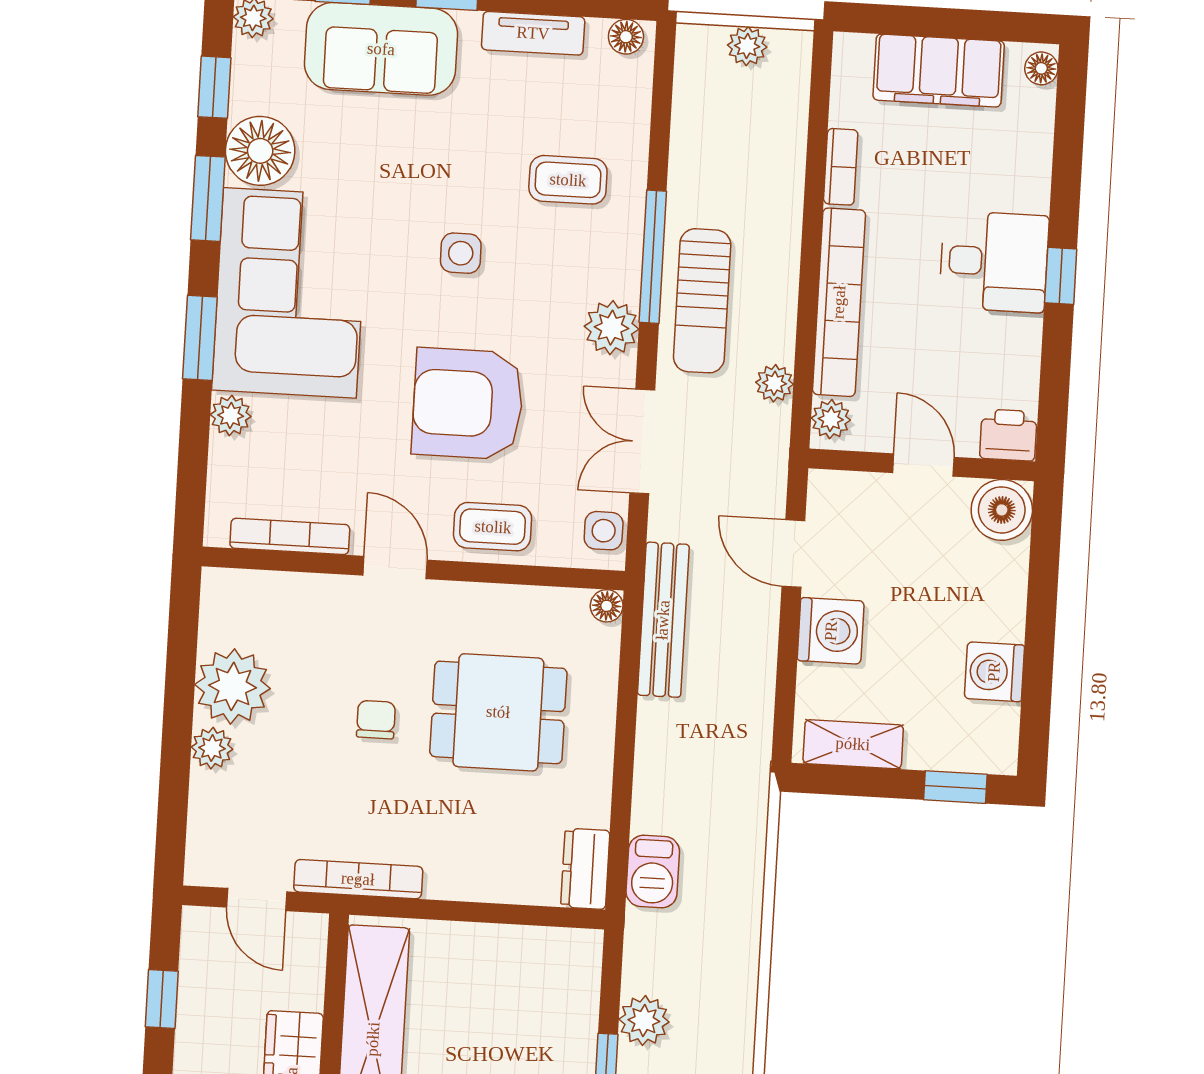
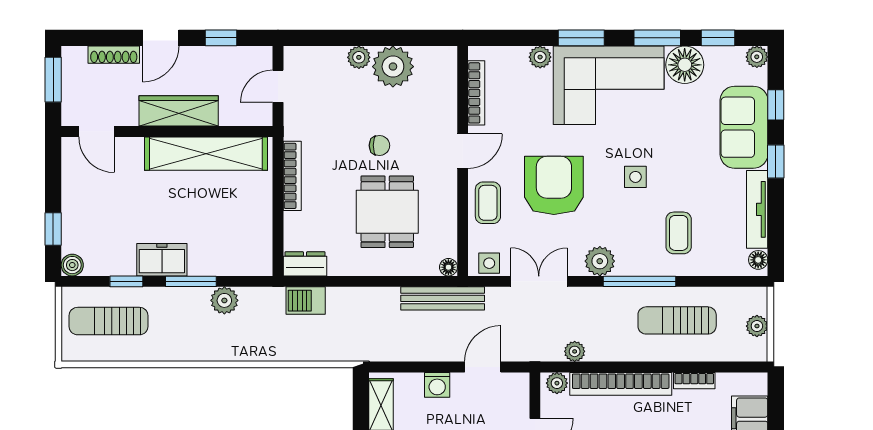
tv unit: (533, 33) -> (757, 209), width x1.41
sun lounger: (702, 301) -> (677, 320), moved
washing machine: (831, 631) -> (437, 385), width x0.73, depth x0.73
bookcase: (358, 879) -> (292, 176), moved

